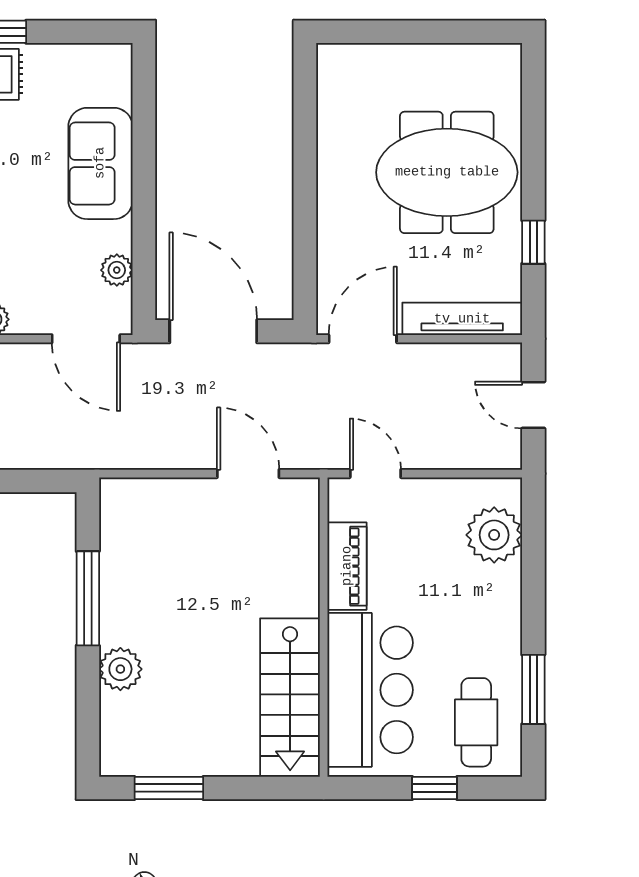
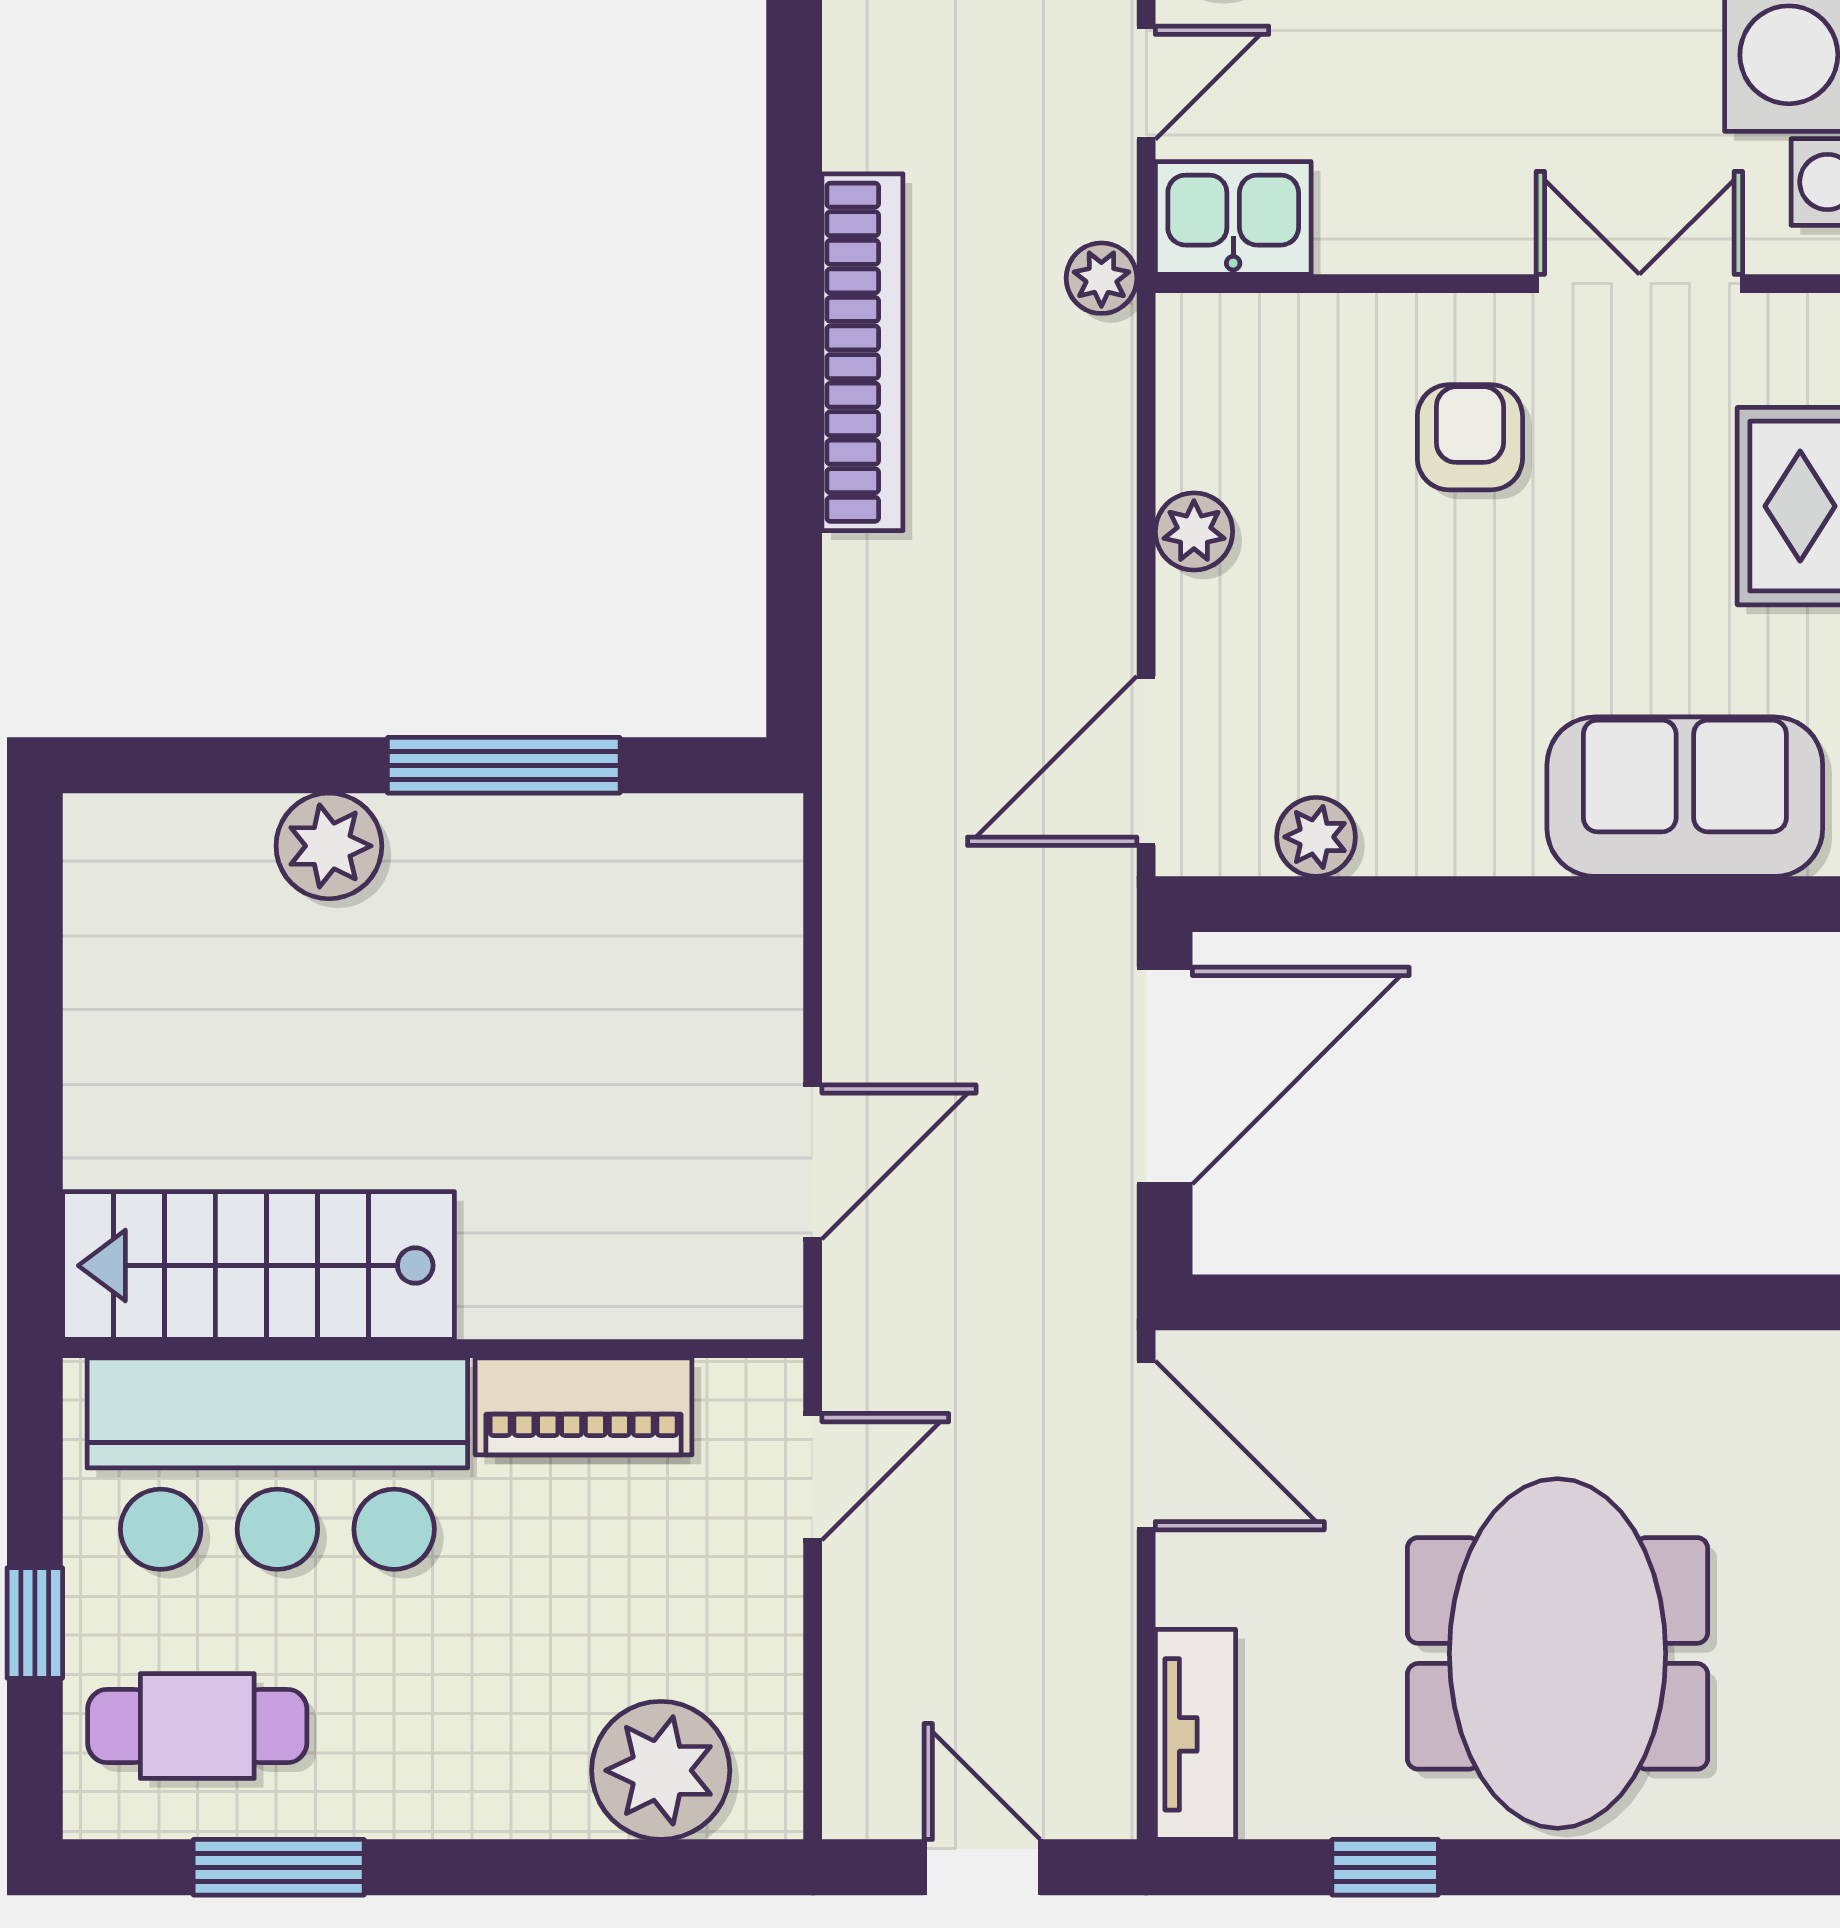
sofa: (100, 163) -> (1685, 797), moved
tv unit: (462, 319) -> (1195, 1734), width x0.71
door: (533, 405) -> (982, 1867), hinge flipped
window: (169, 788) -> (35, 966), removed

